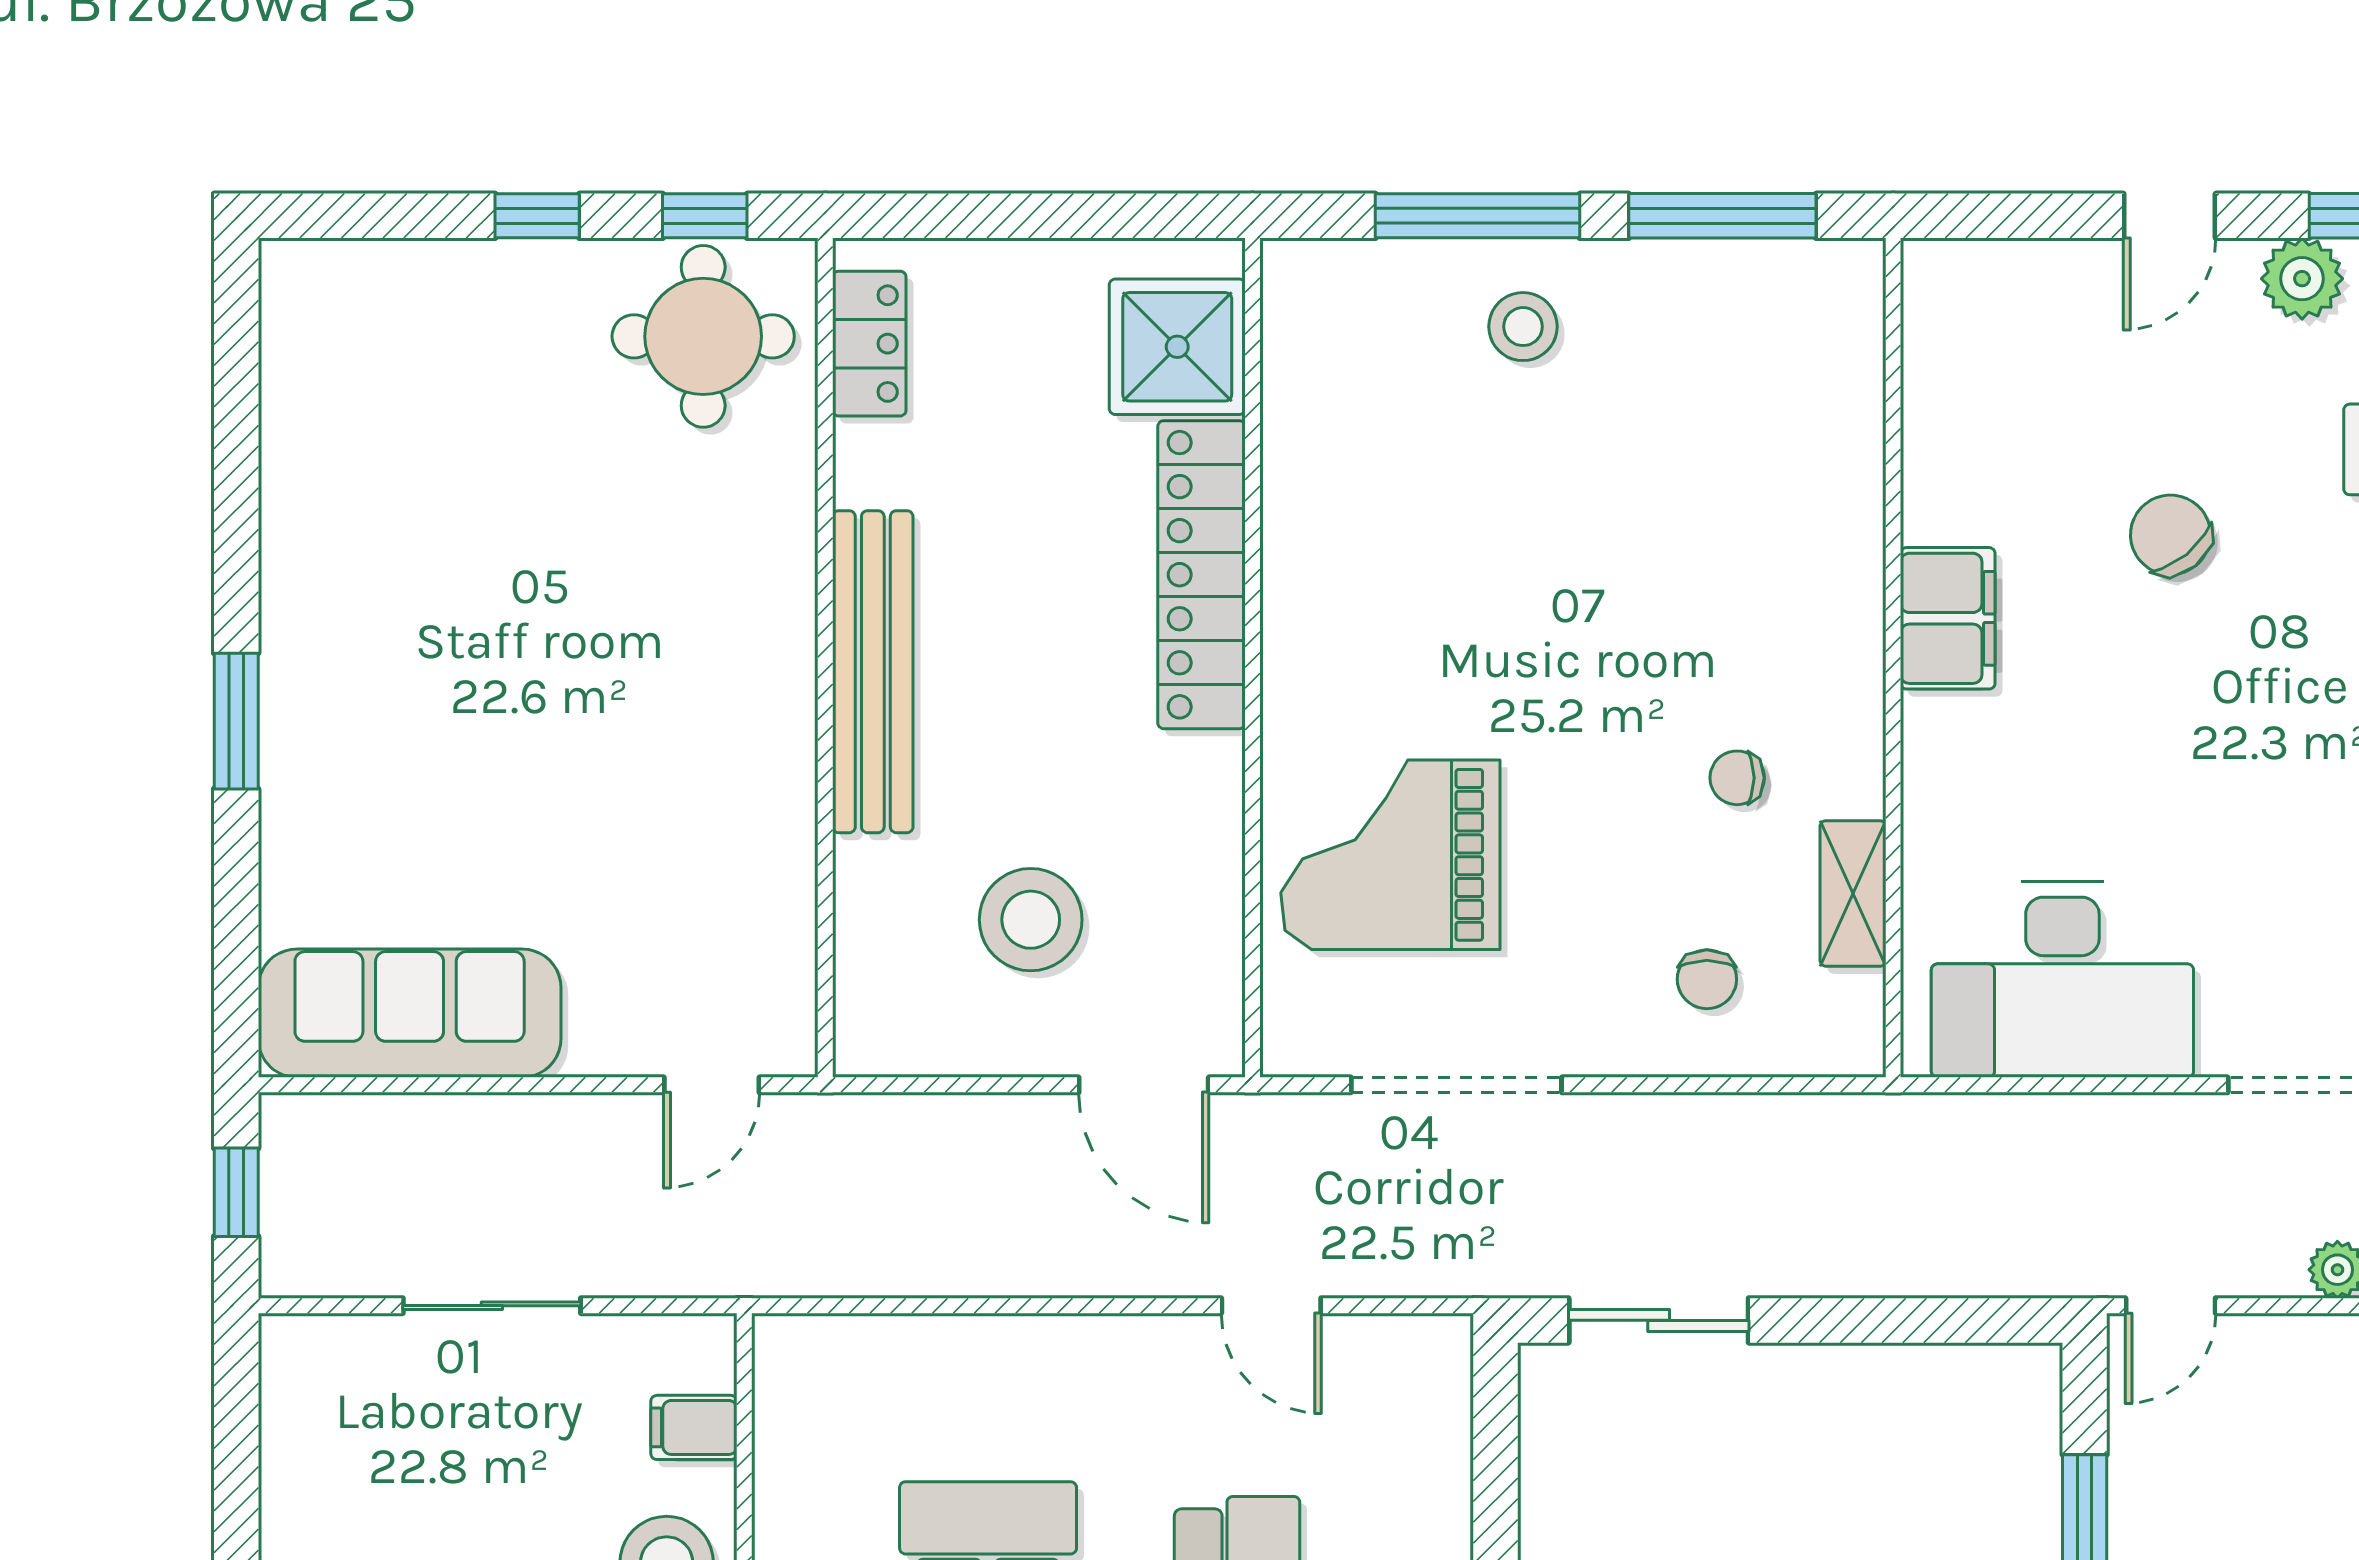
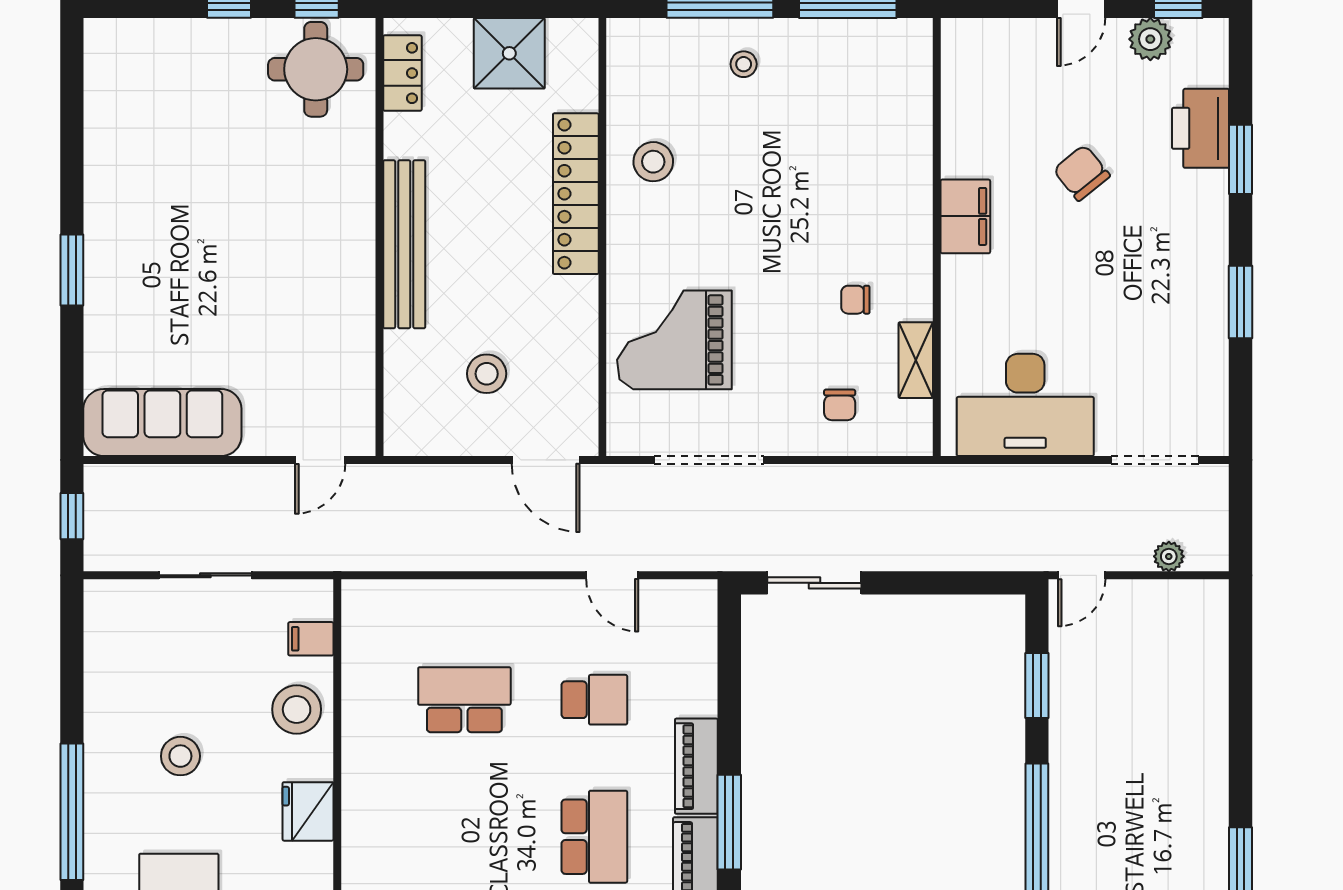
stool: (1523, 327) -> (744, 64), width x0.73, depth x0.73
shower: (1177, 347) -> (509, 53), moved
stool: (1350, 513) -> (653, 162), added
stool: (1031, 920) -> (487, 374), width x0.73, depth x0.73

